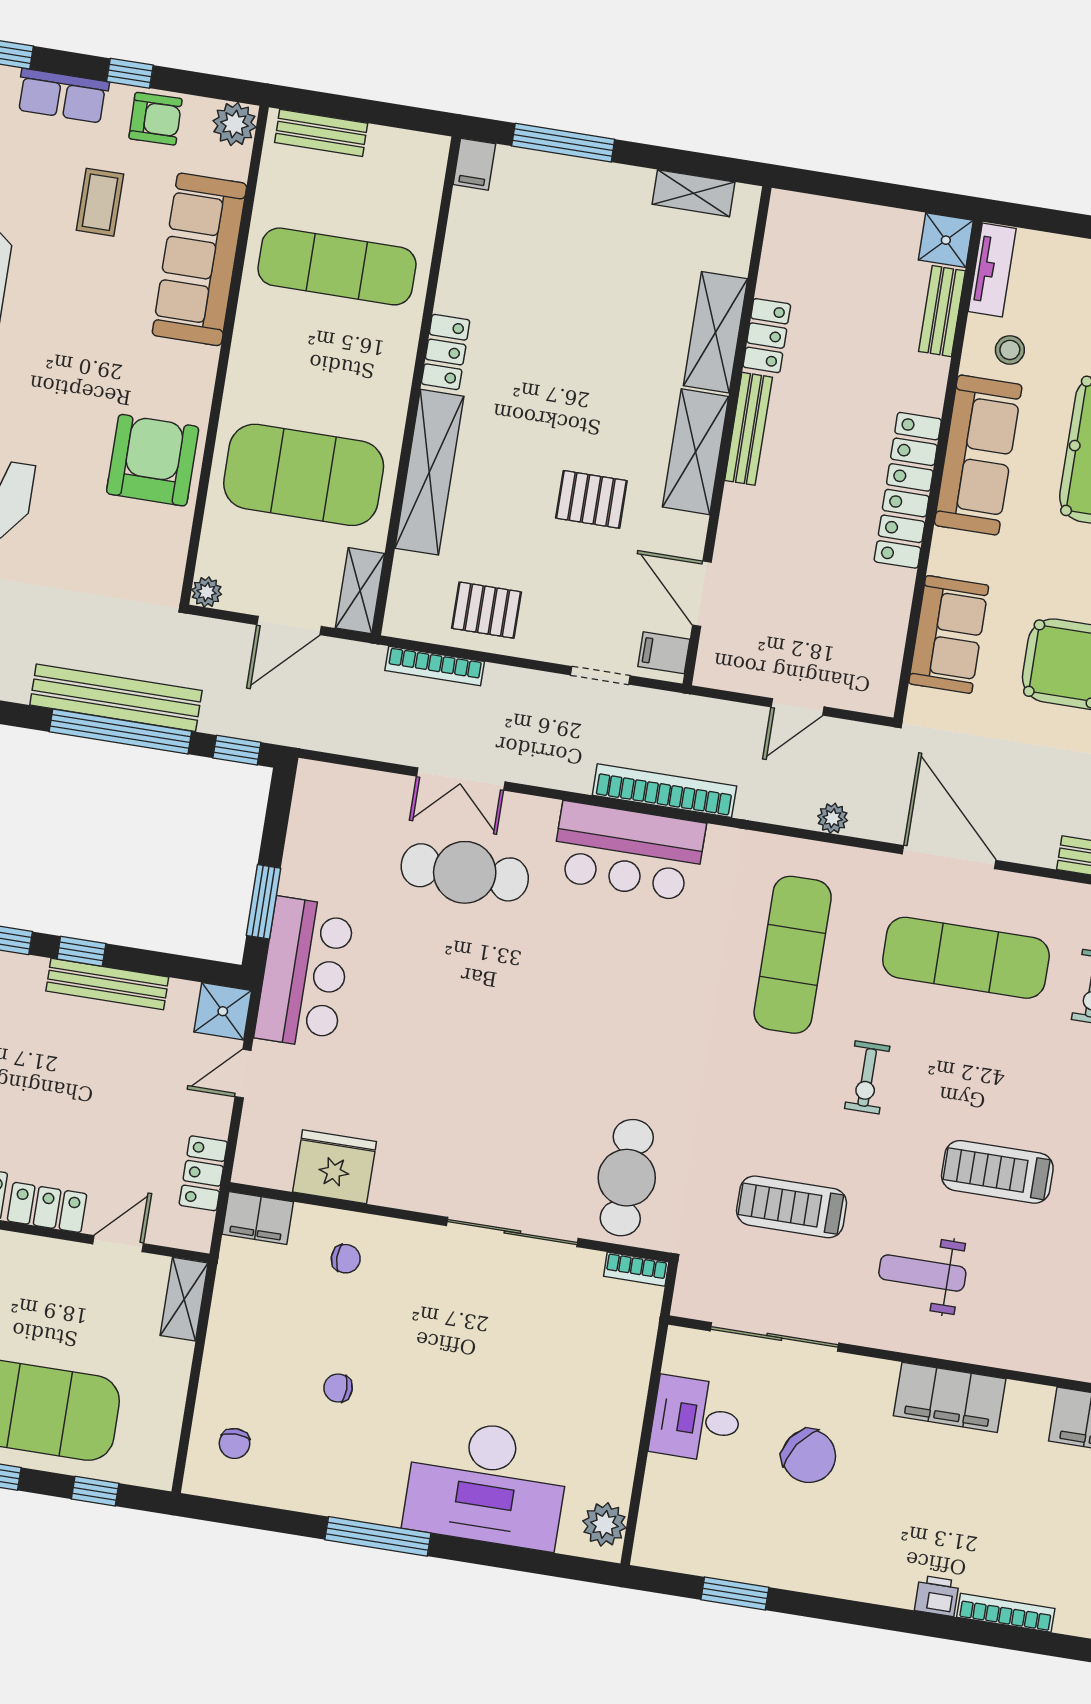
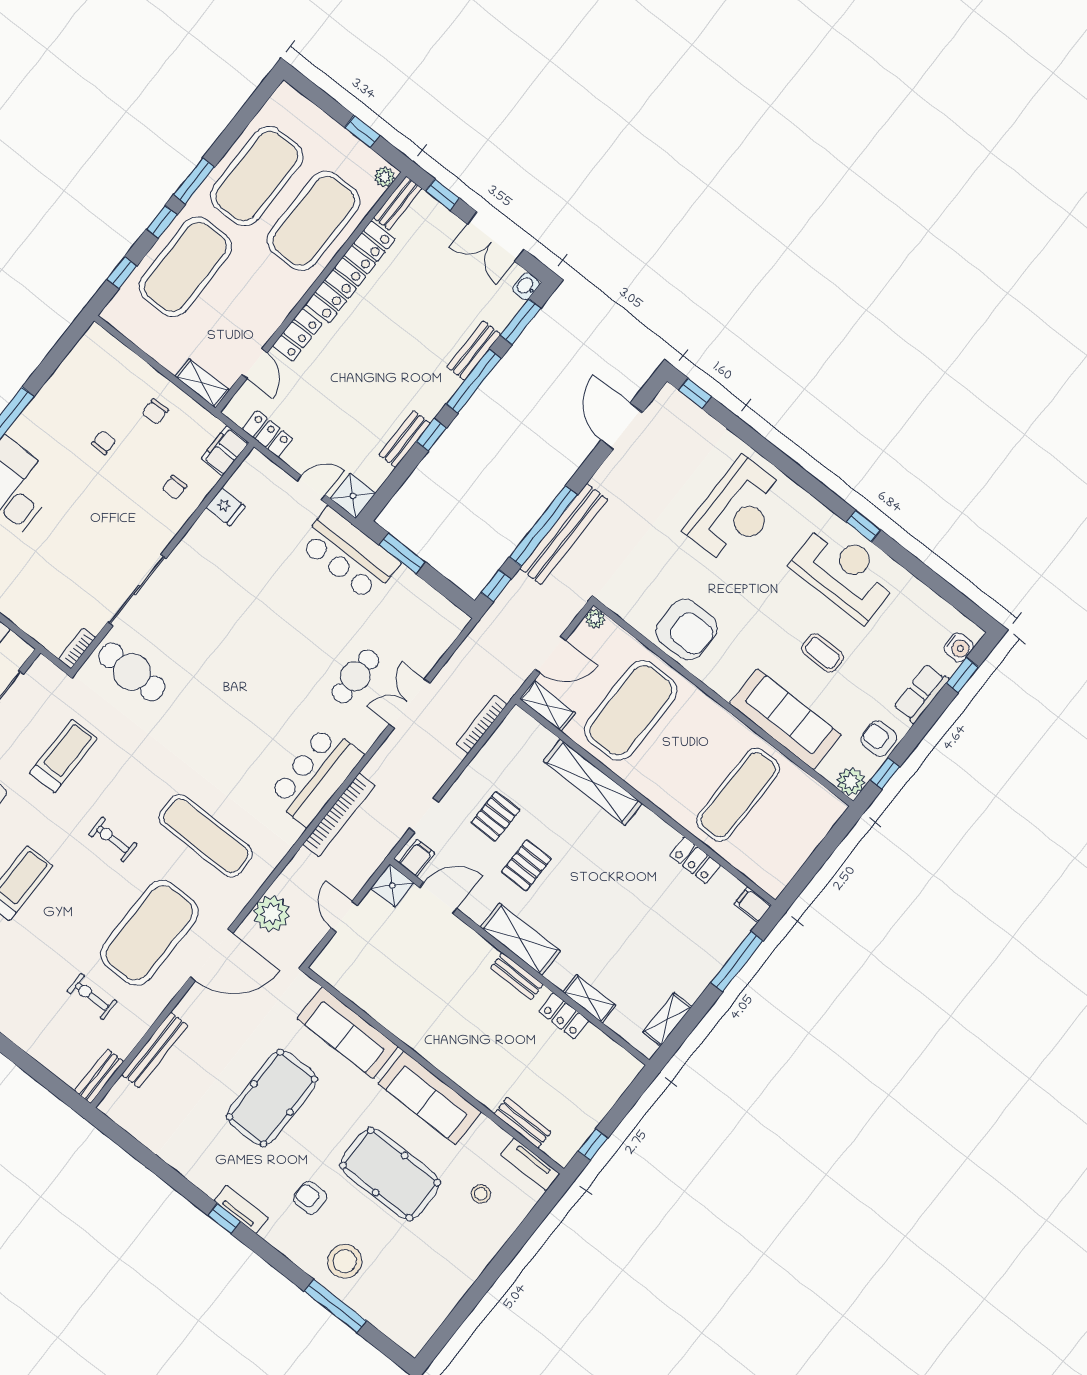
window: (130, 73) -> (885, 773), moved
armchair: (155, 119) -> (879, 739), turned 91
bench: (321, 133) -> (819, 828), removed
window: (918, 200) -> (593, 1145), added
coffee table: (100, 202) -> (822, 653), moved
shower: (946, 240) -> (392, 885), moved
shelving: (715, 332) -> (589, 999), width x0.67, depth x0.75
stool: (1010, 350) -> (481, 1194), moved
locker: (446, 352) -> (695, 860), moved
bench: (748, 429) -> (517, 976), width x0.73
locker: (908, 490) -> (432, 1047), removed
pallet: (487, 610) -> (496, 816), moved
door: (289, 625) -> (550, 655), swing flipped
sofa: (949, 634) -> (348, 1033), width x1.36
plant: (833, 818) -> (272, 913), width x1.88, depth x1.88
cafe table: (465, 872) -> (355, 676), width x0.73, depth x0.74
exercise mat: (966, 958) -> (149, 933), width x1.47
bench: (107, 984) -> (405, 439), width x0.73
door: (243, 1074) -> (311, 488), hinge flipped
fridge: (335, 1167) -> (226, 507), width x0.53, depth x0.75
chair: (234, 1444) -> (155, 412), moved, turned -90

